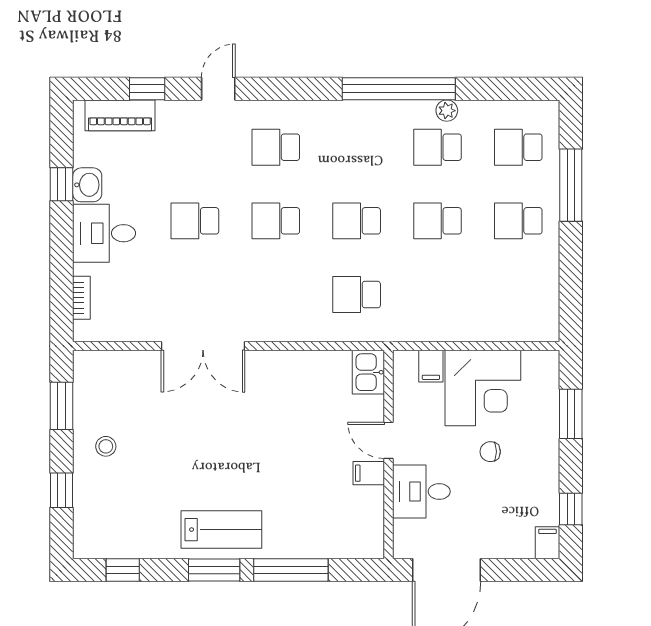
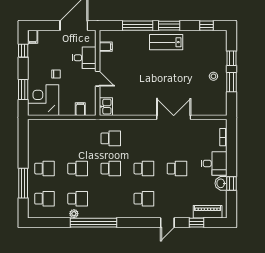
corner desk: (483, 388) -> (43, 100), moved
window: (62, 406) -> (232, 82), moved
filing cabinet: (369, 473) -> (106, 47), moved

